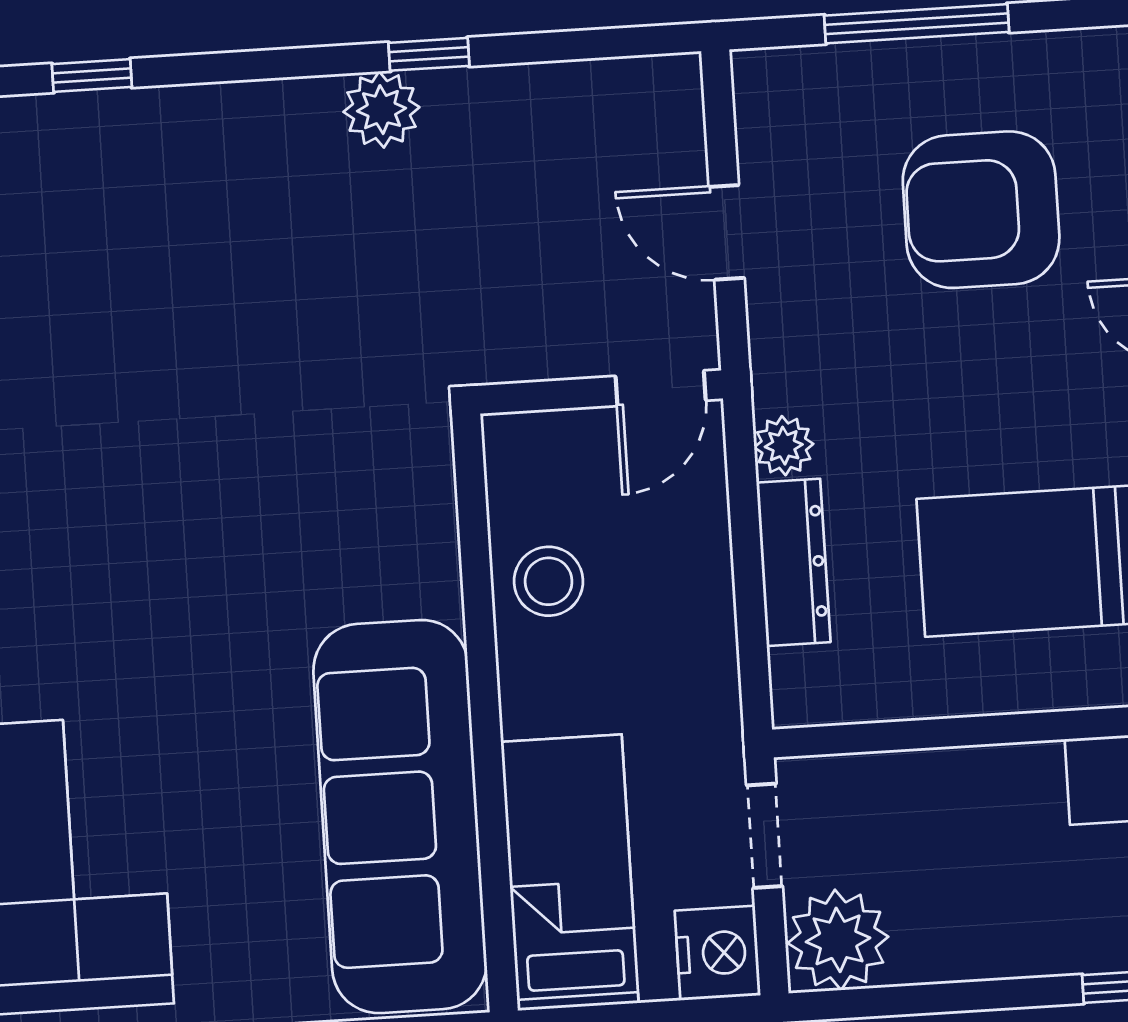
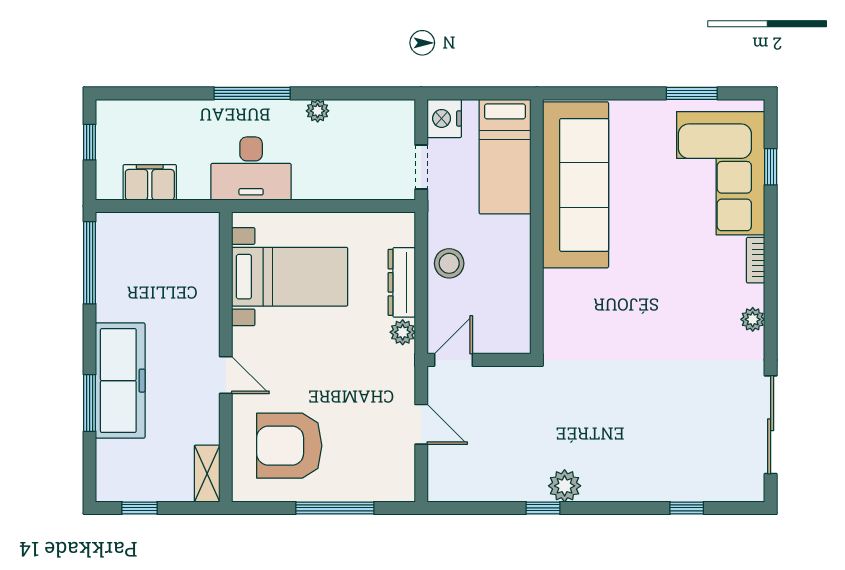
armchair: (981, 210) -> (289, 446), moved, turned 180
stool: (549, 581) -> (449, 263), moved
plant: (838, 940) -> (318, 111), moved, width x0.53, depth x0.53

